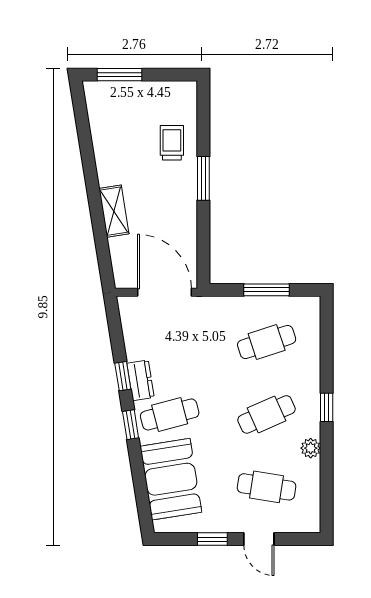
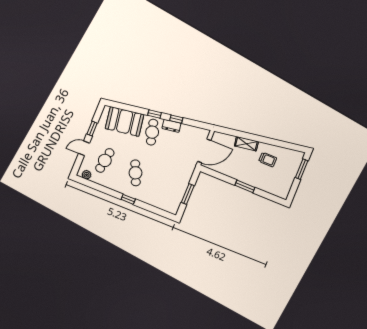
trolley: (172, 143) -> (268, 160), moved
cafe table: (267, 342) -> (166, 185), removed
plant: (311, 448) -> (87, 175), moved

